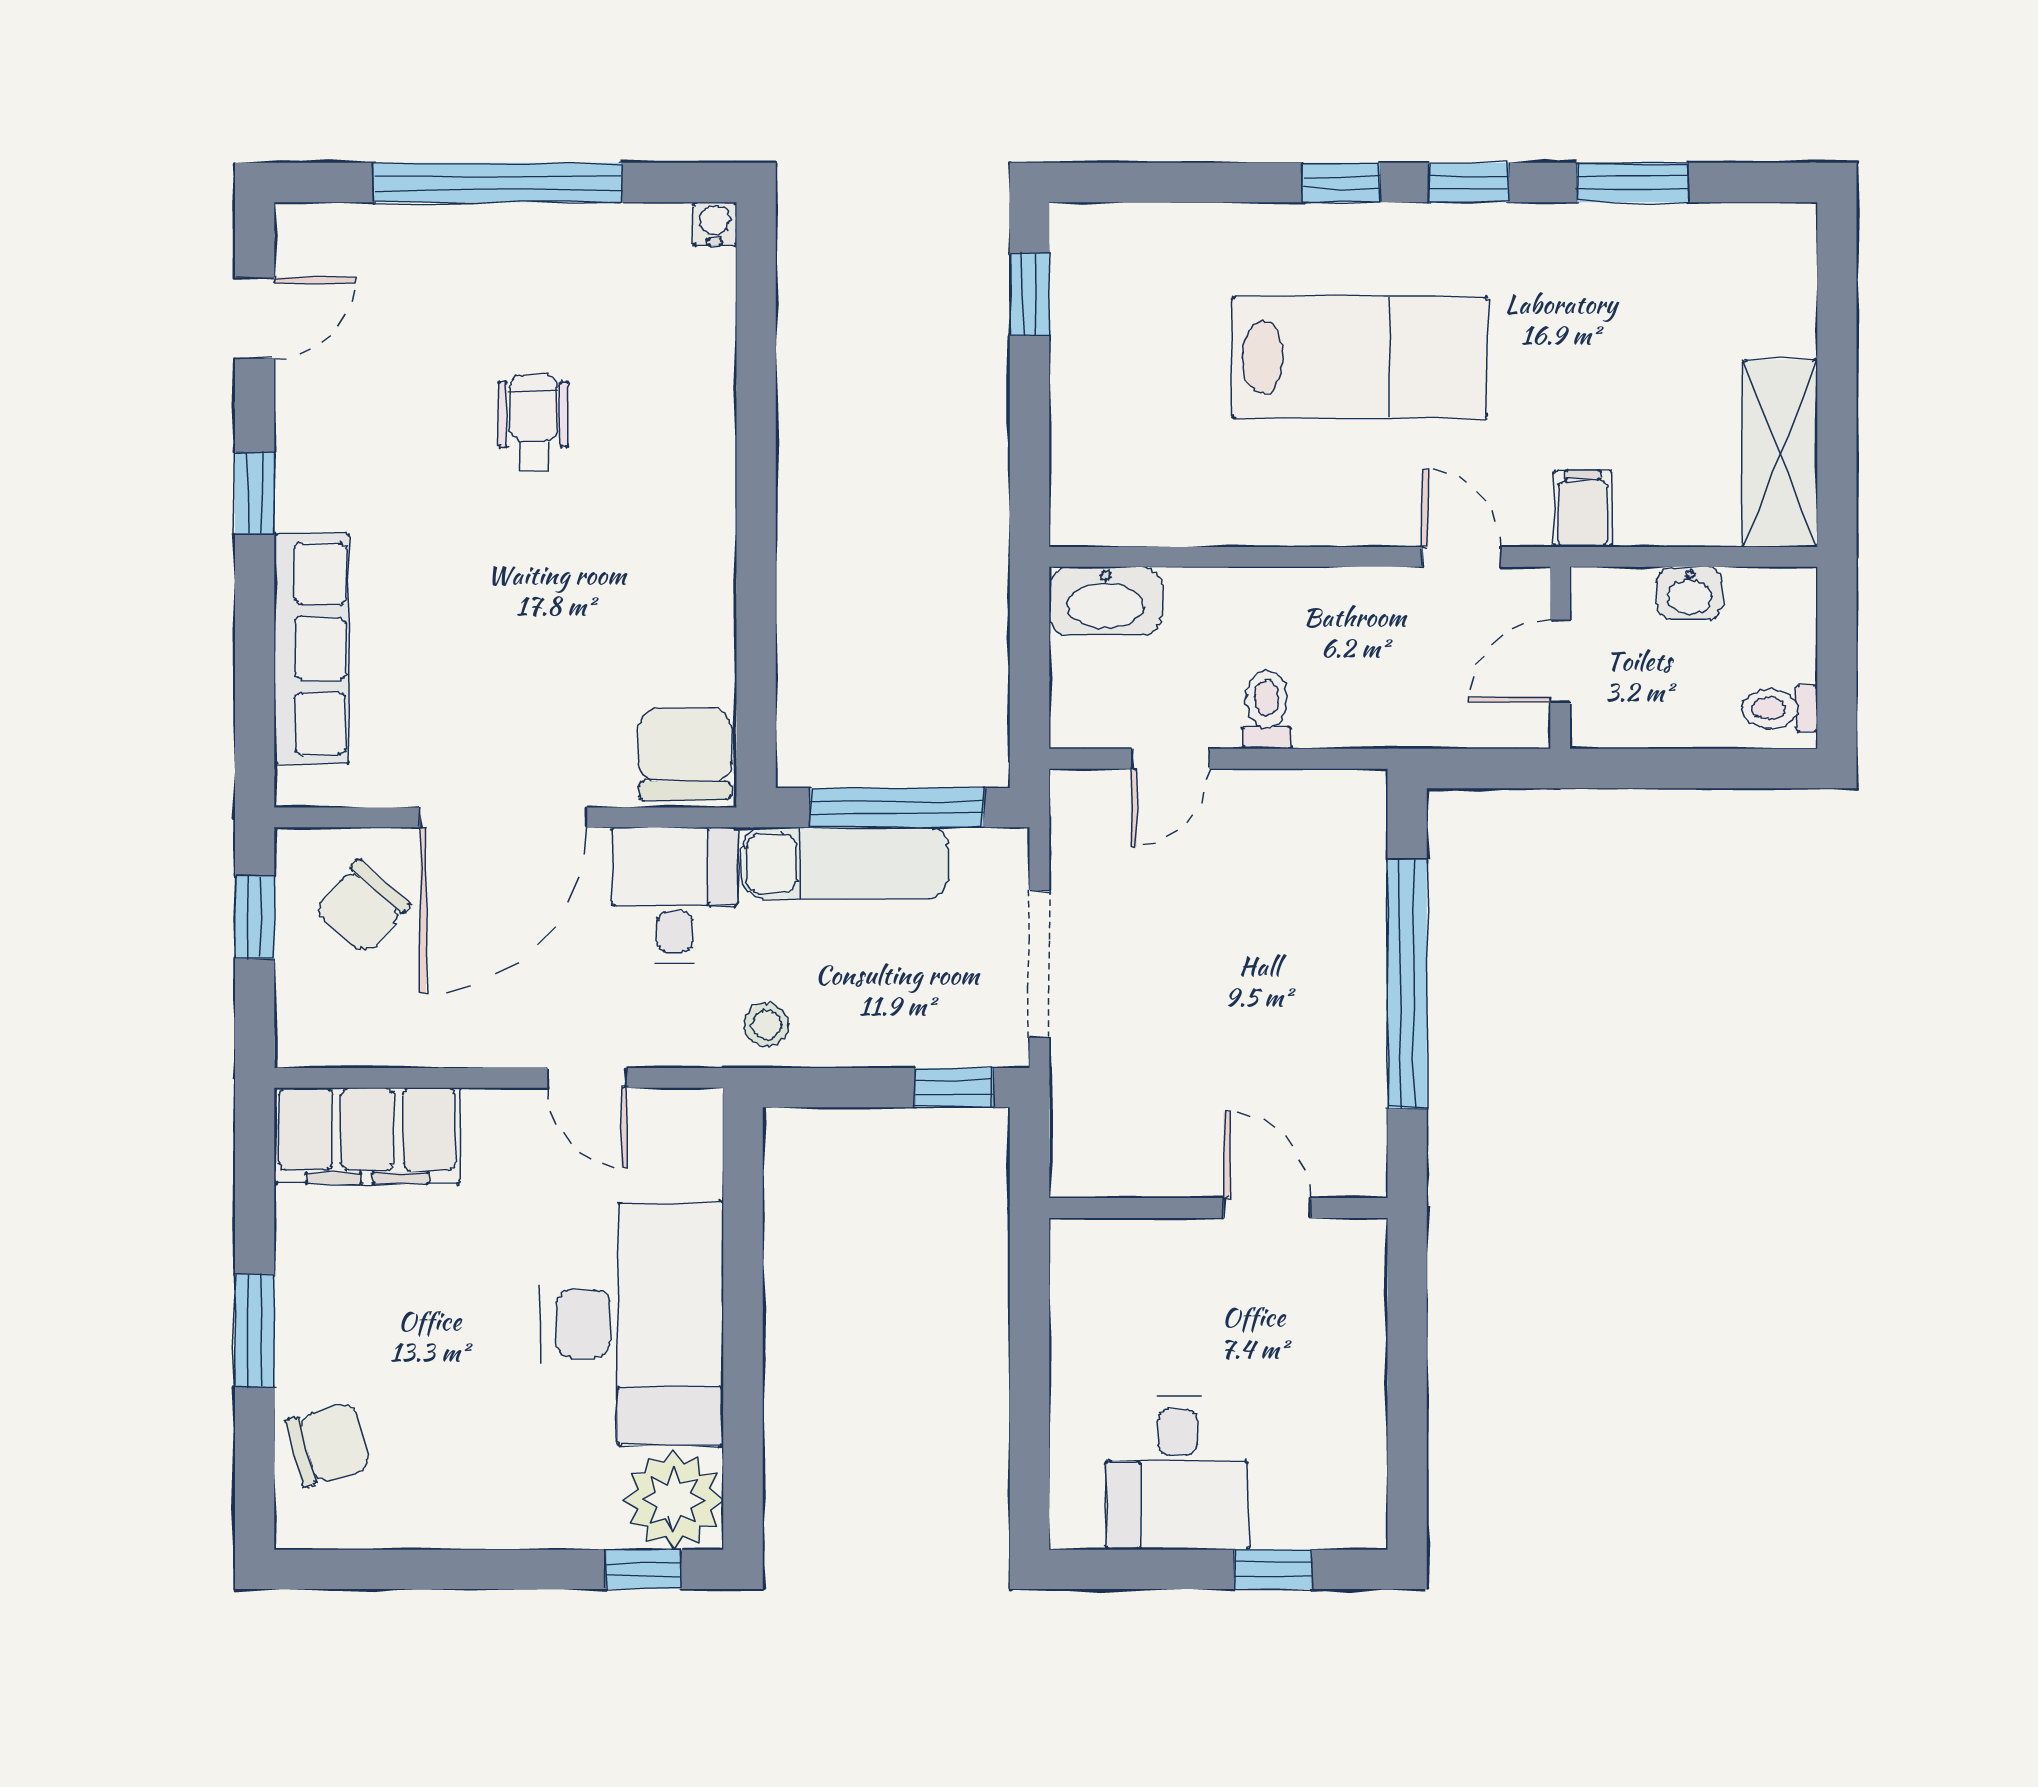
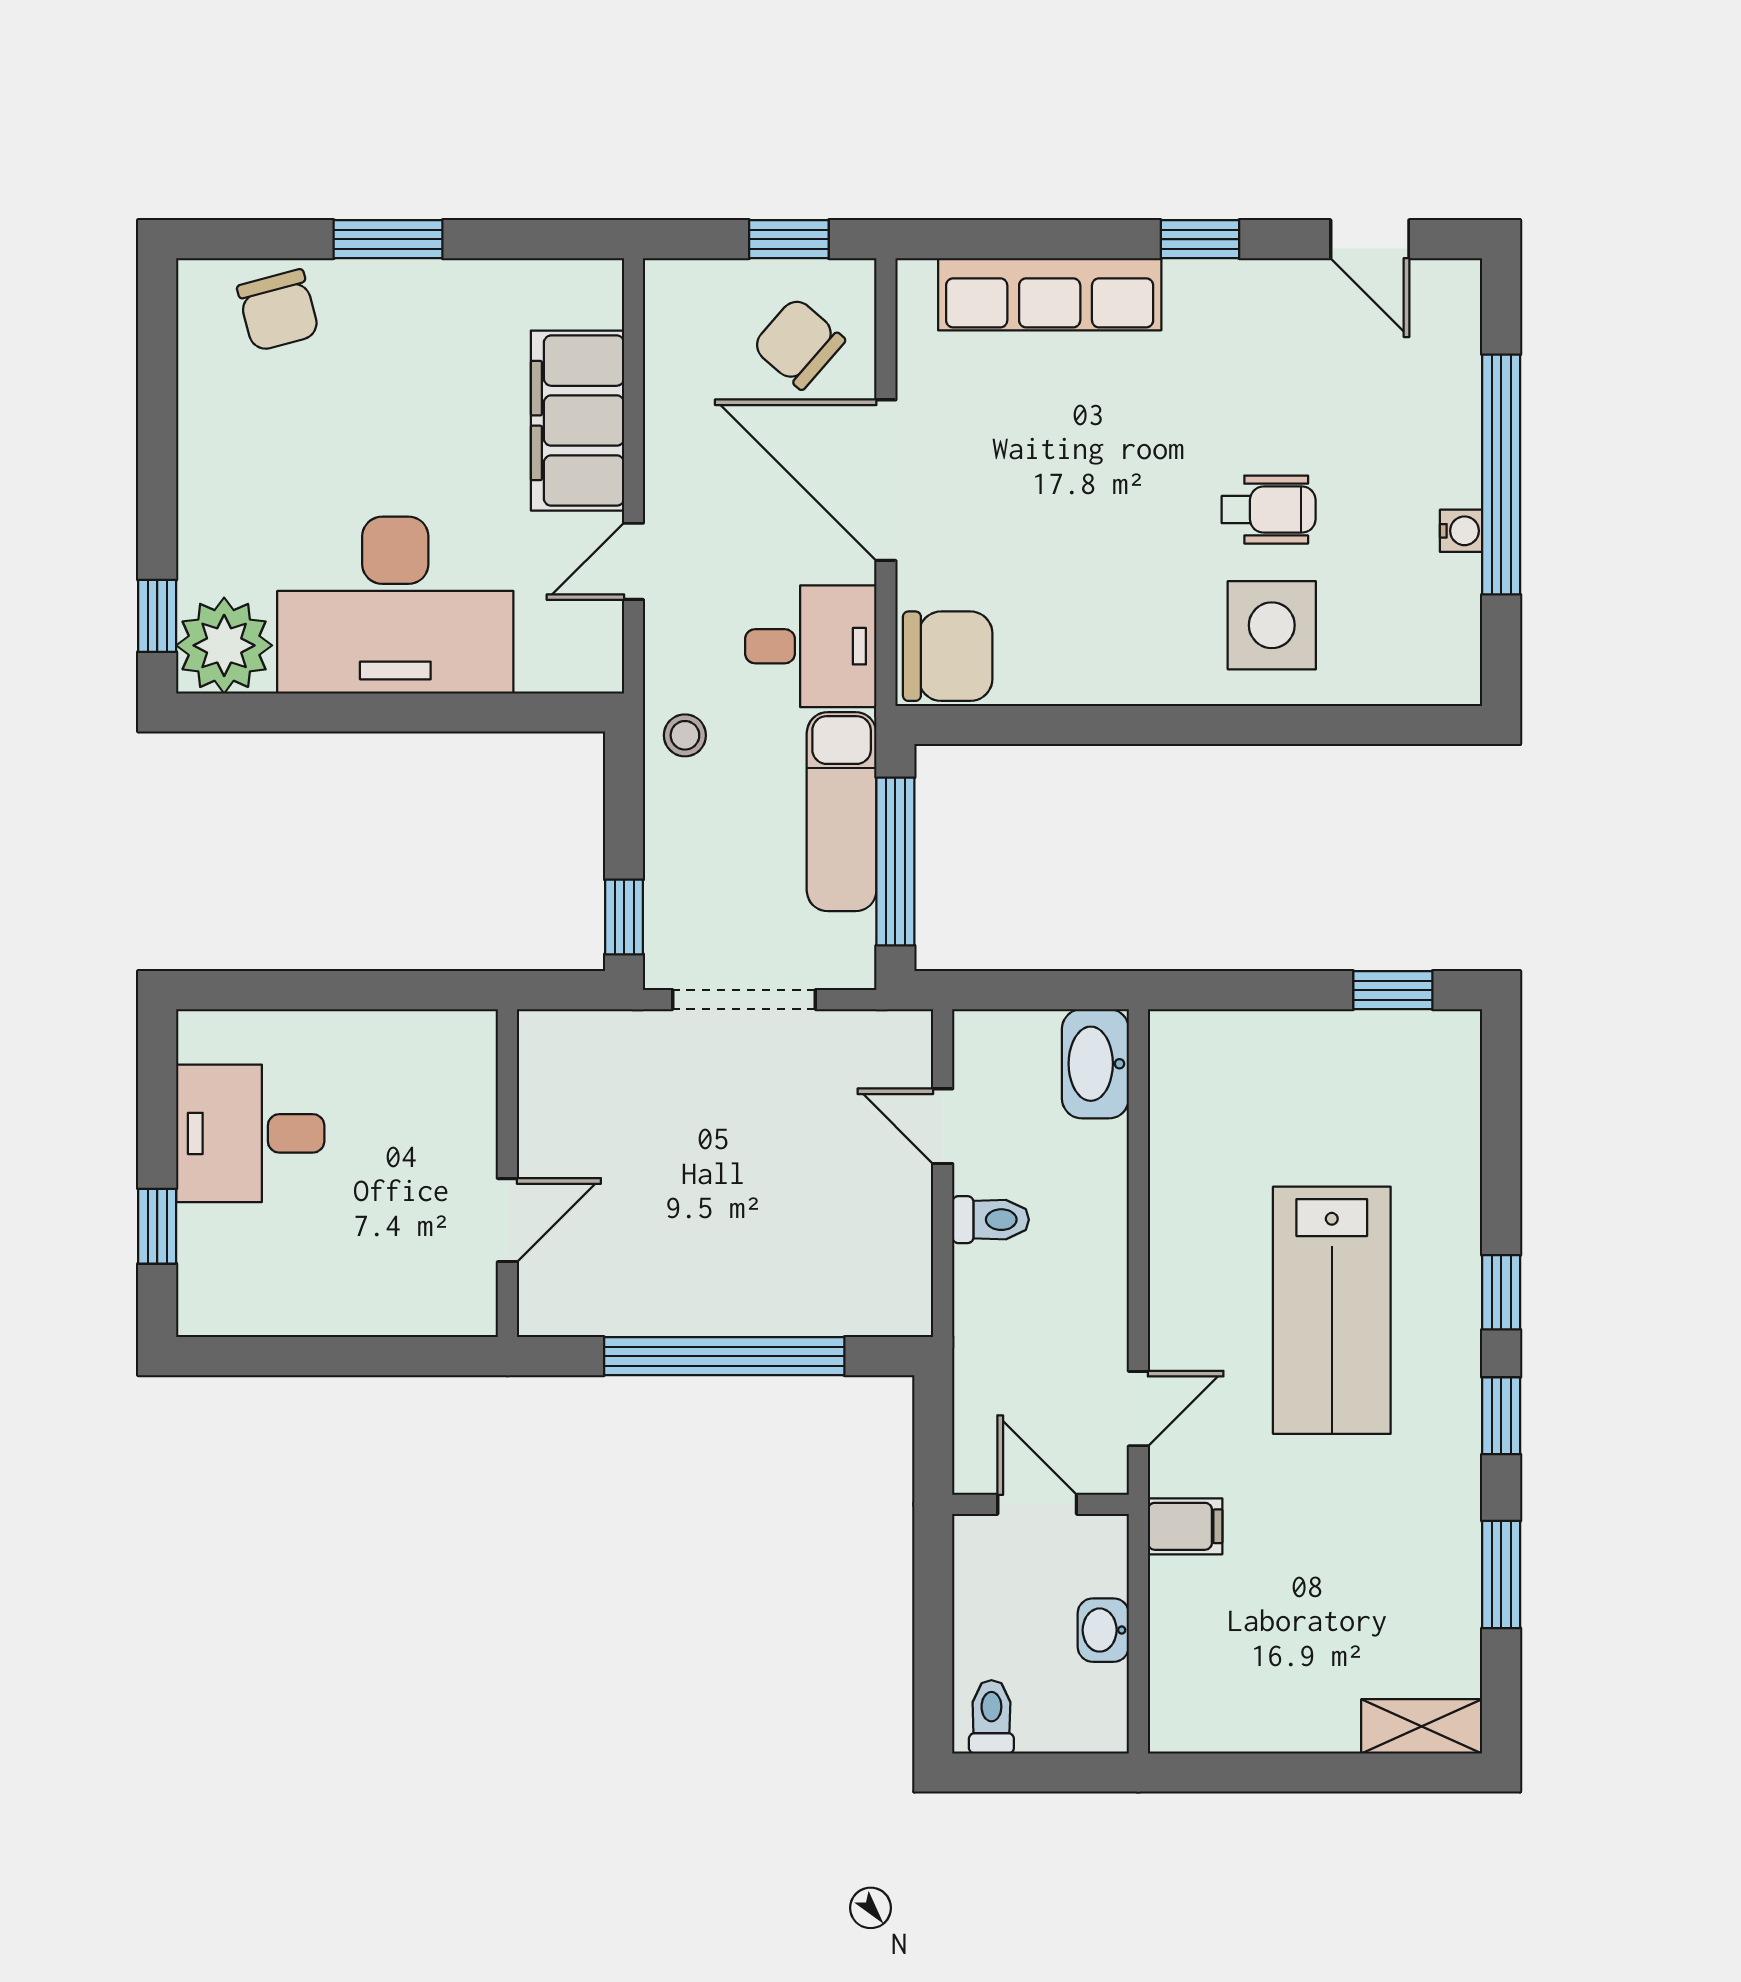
water cooler: (715, 224) -> (1461, 531), moved
side table: (653, 419) -> (1272, 625), added
shelving: (1780, 453) -> (1422, 1726), moved, width x0.67, depth x0.75
filing cabinet: (367, 1136) -> (577, 421), moved

